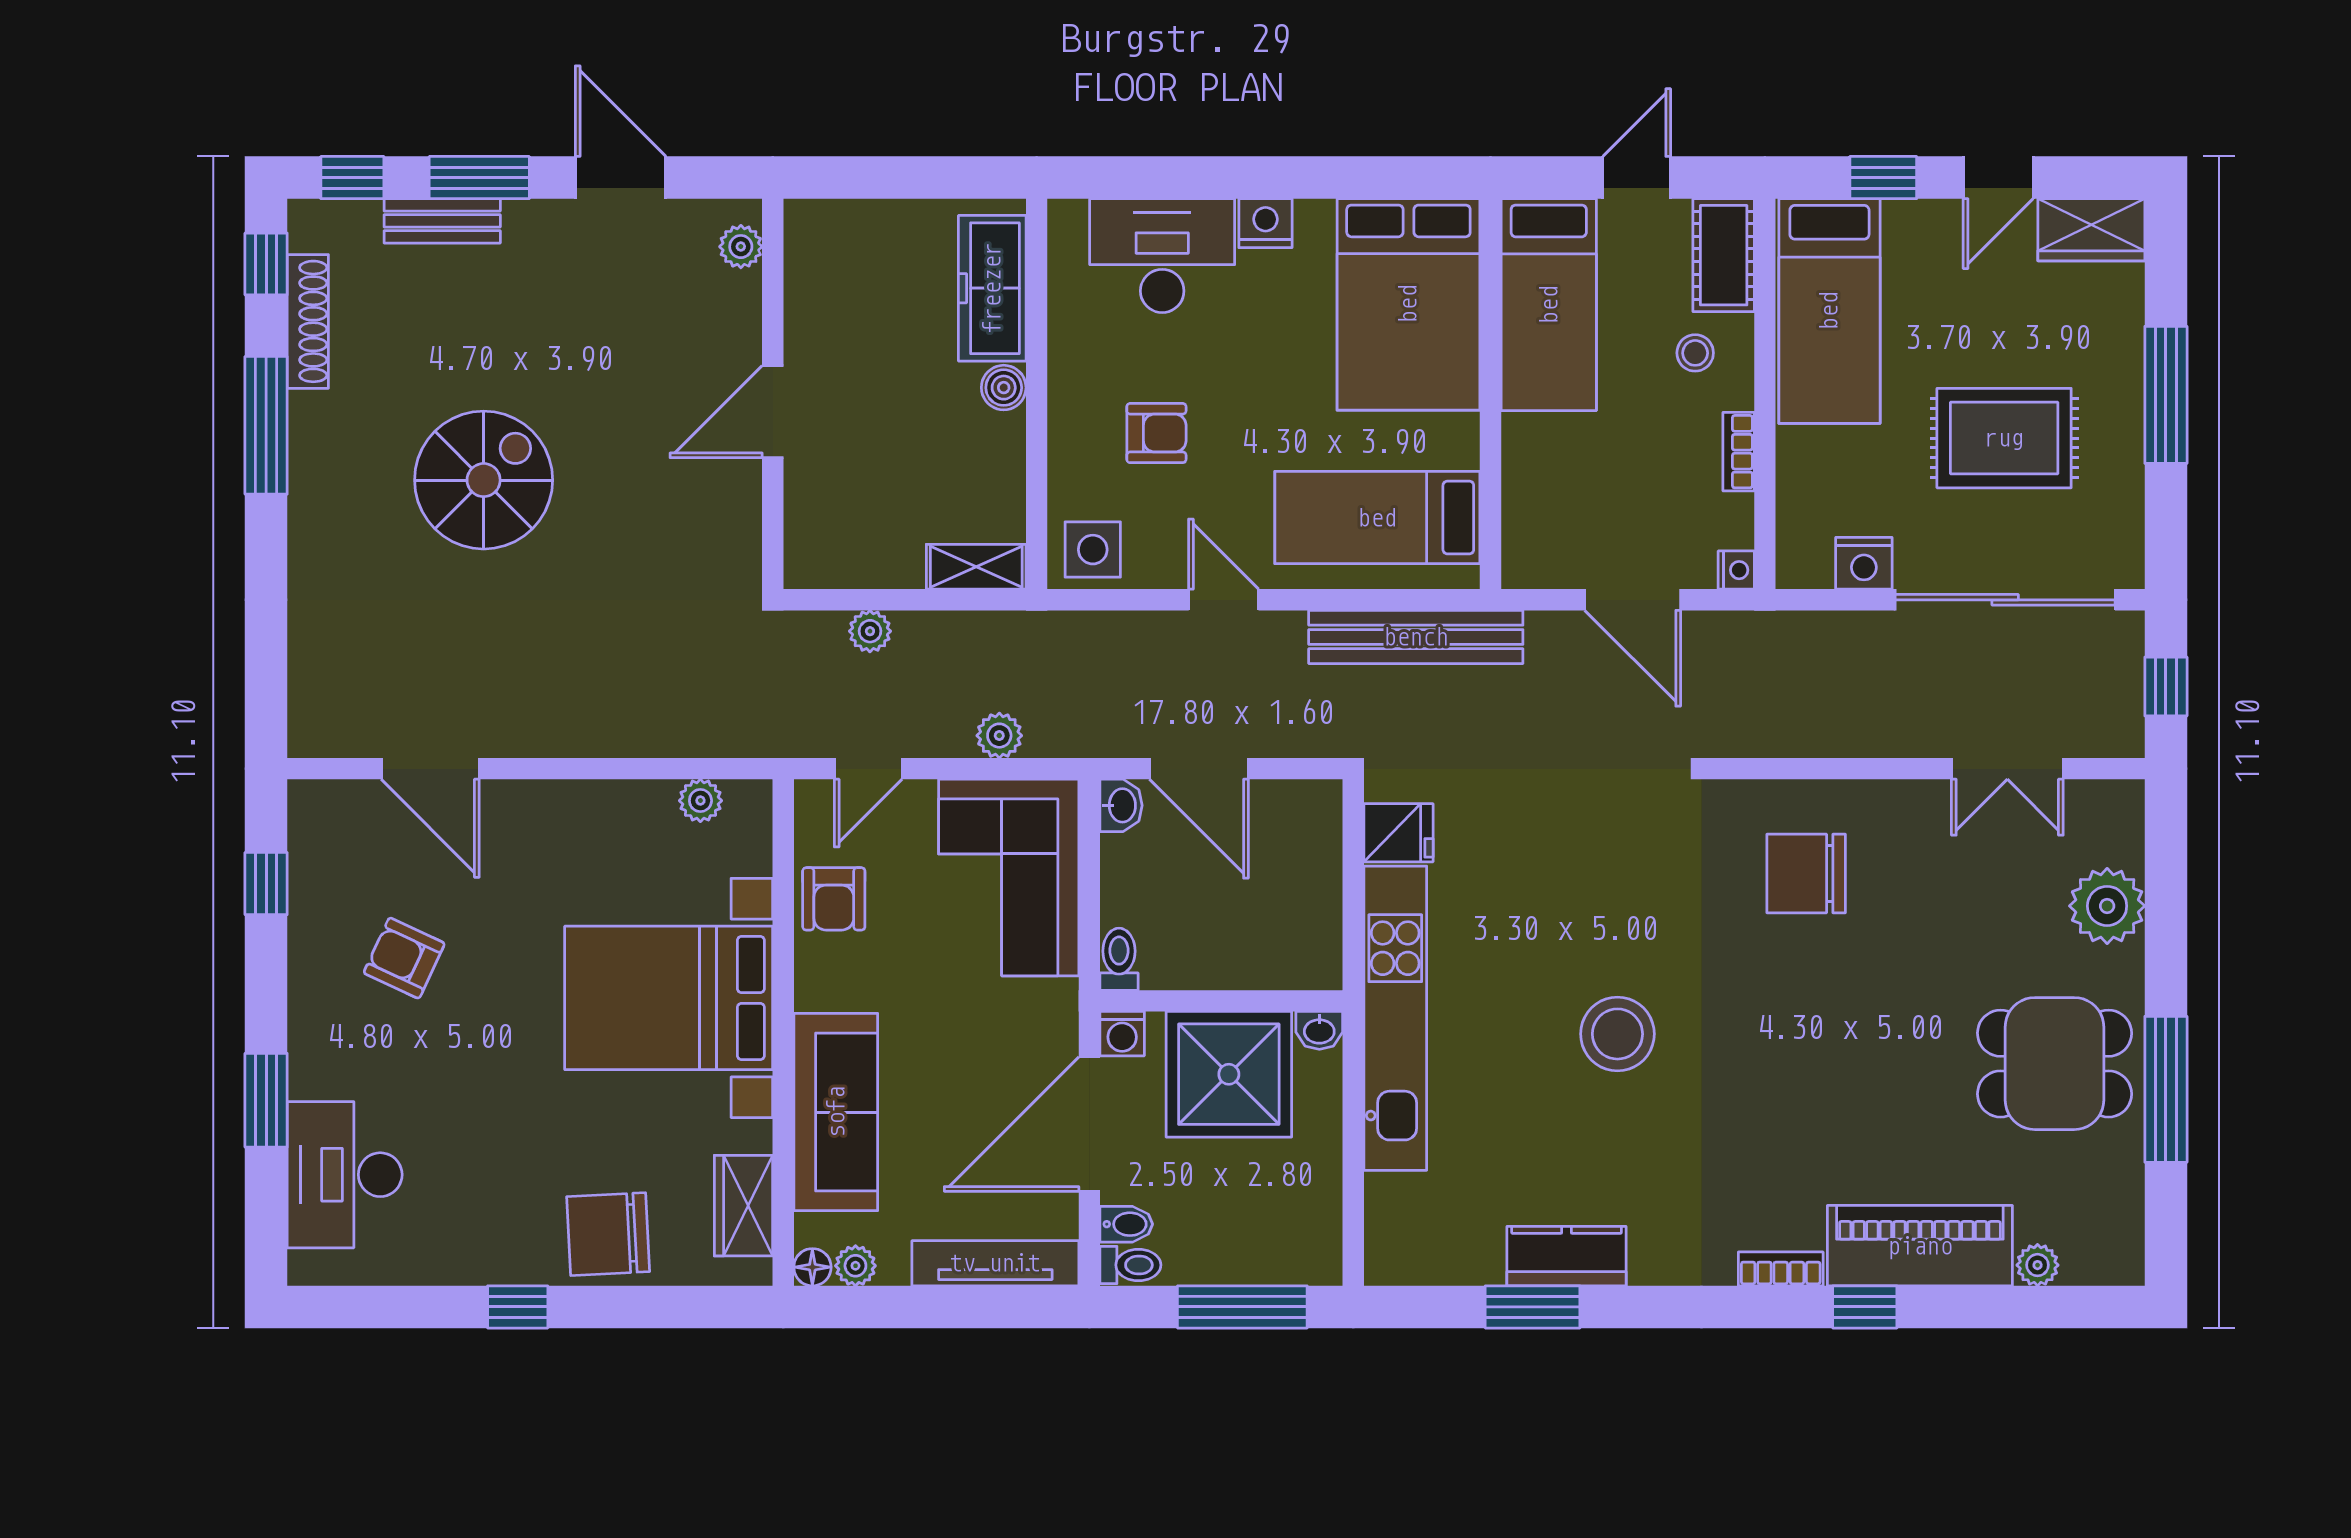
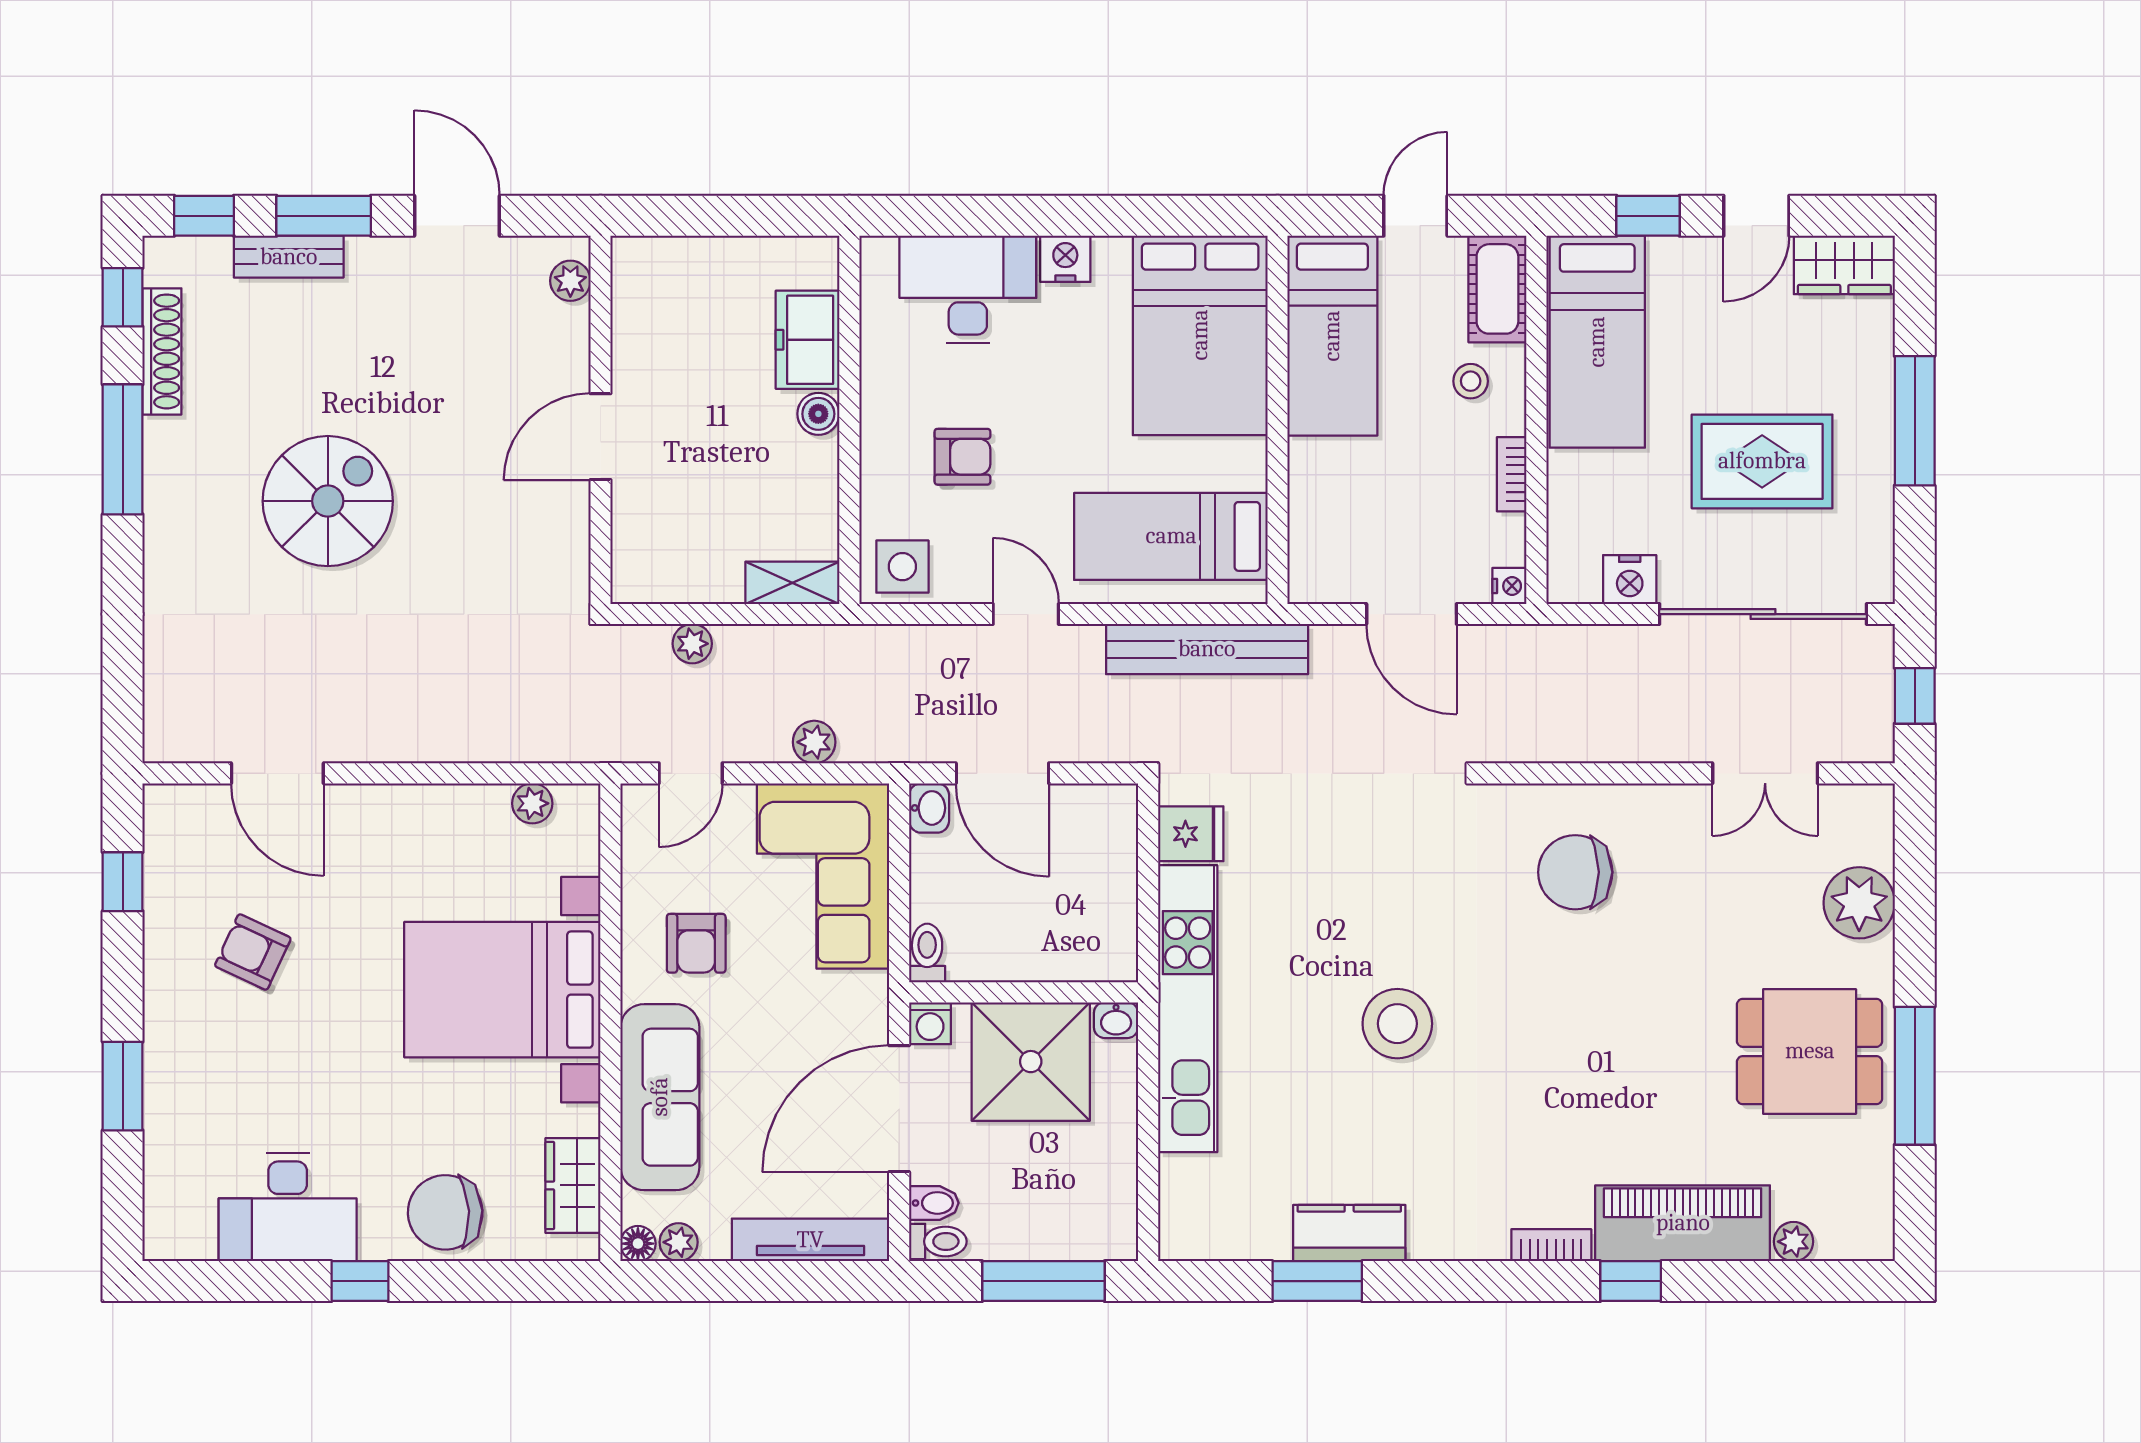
freezer: (992, 288) -> (808, 340), width x0.71
armchair: (834, 899) -> (696, 943), moved
desk: (345, 1175) -> (288, 1207), moved, turned -90

